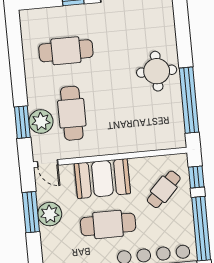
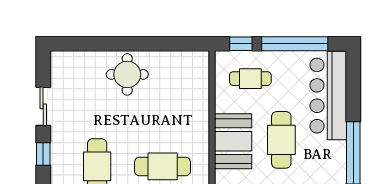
window: (189, 100) -> (160, 44), removed
cafe table: (164, 189) -> (250, 79), turned -44

